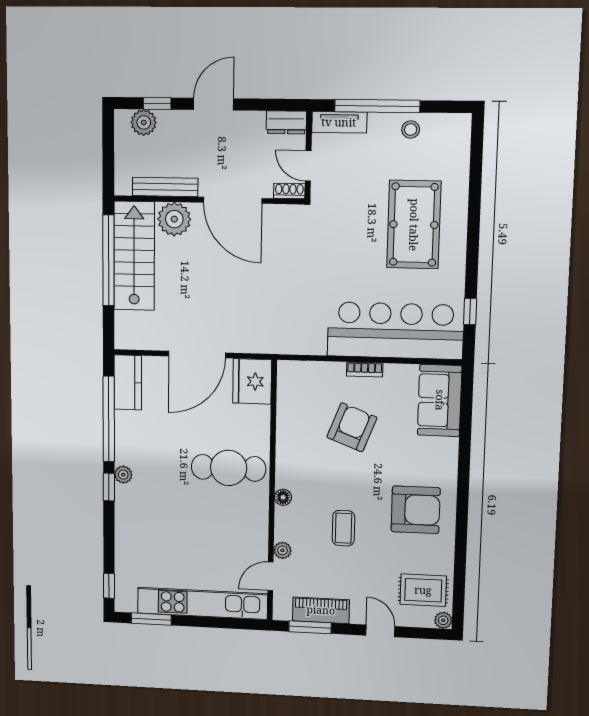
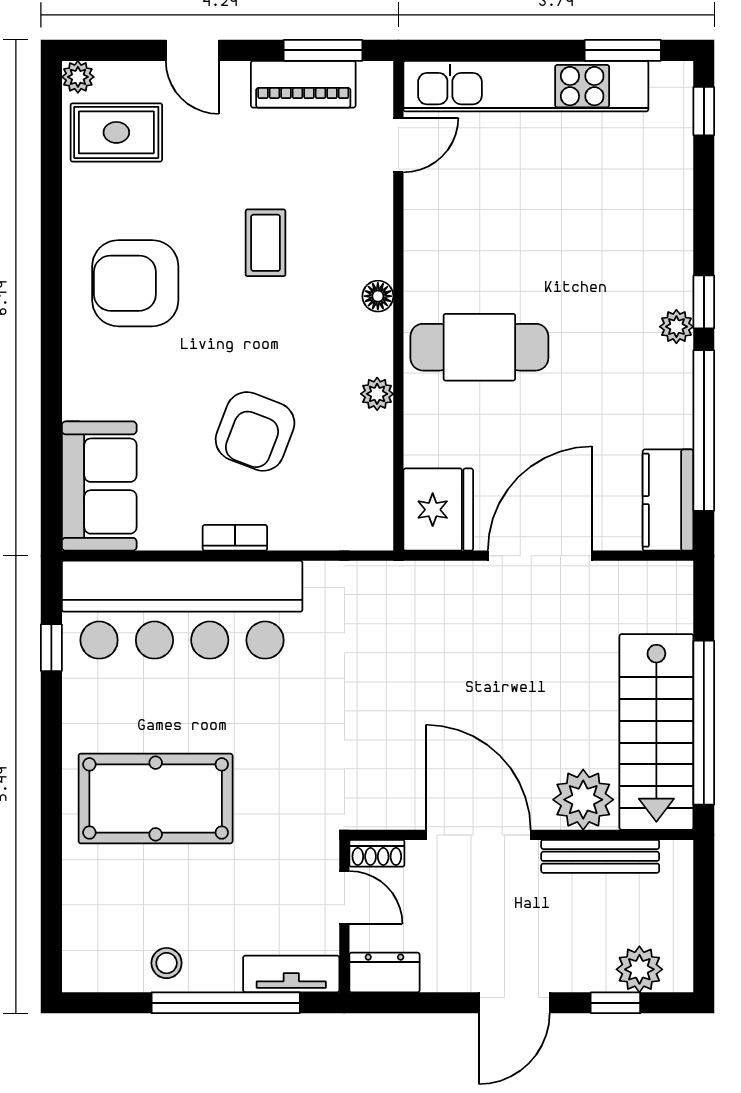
pool table: (414, 225) -> (156, 798), turned 90
plant: (282, 550) -> (377, 394), moved

